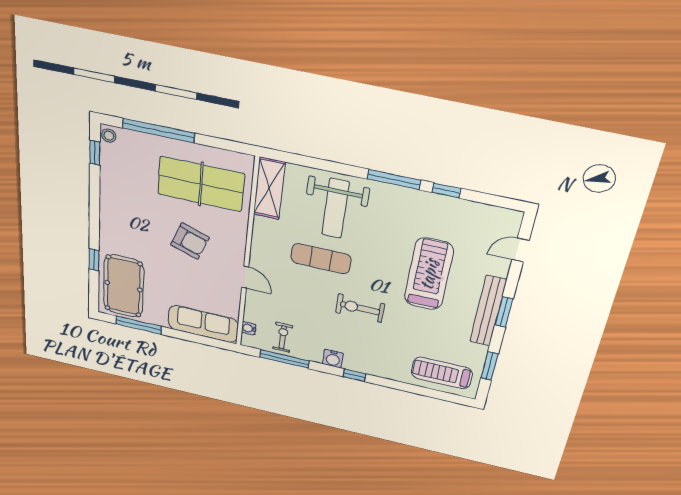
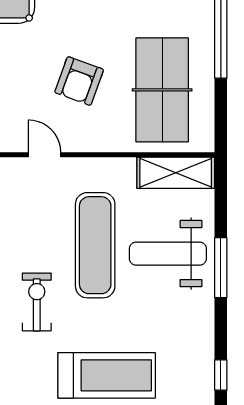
window: (394, 180) -> (221, 268), moved
exercise mat: (321, 259) -> (95, 245), width x1.36, depth x1.45
door: (245, 277) -> (45, 155), swing flipped

